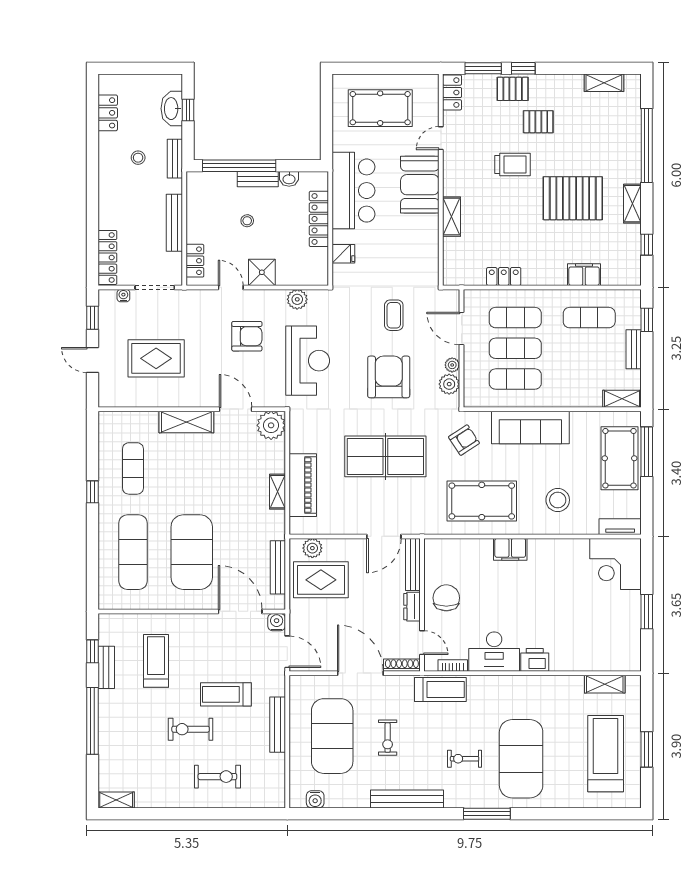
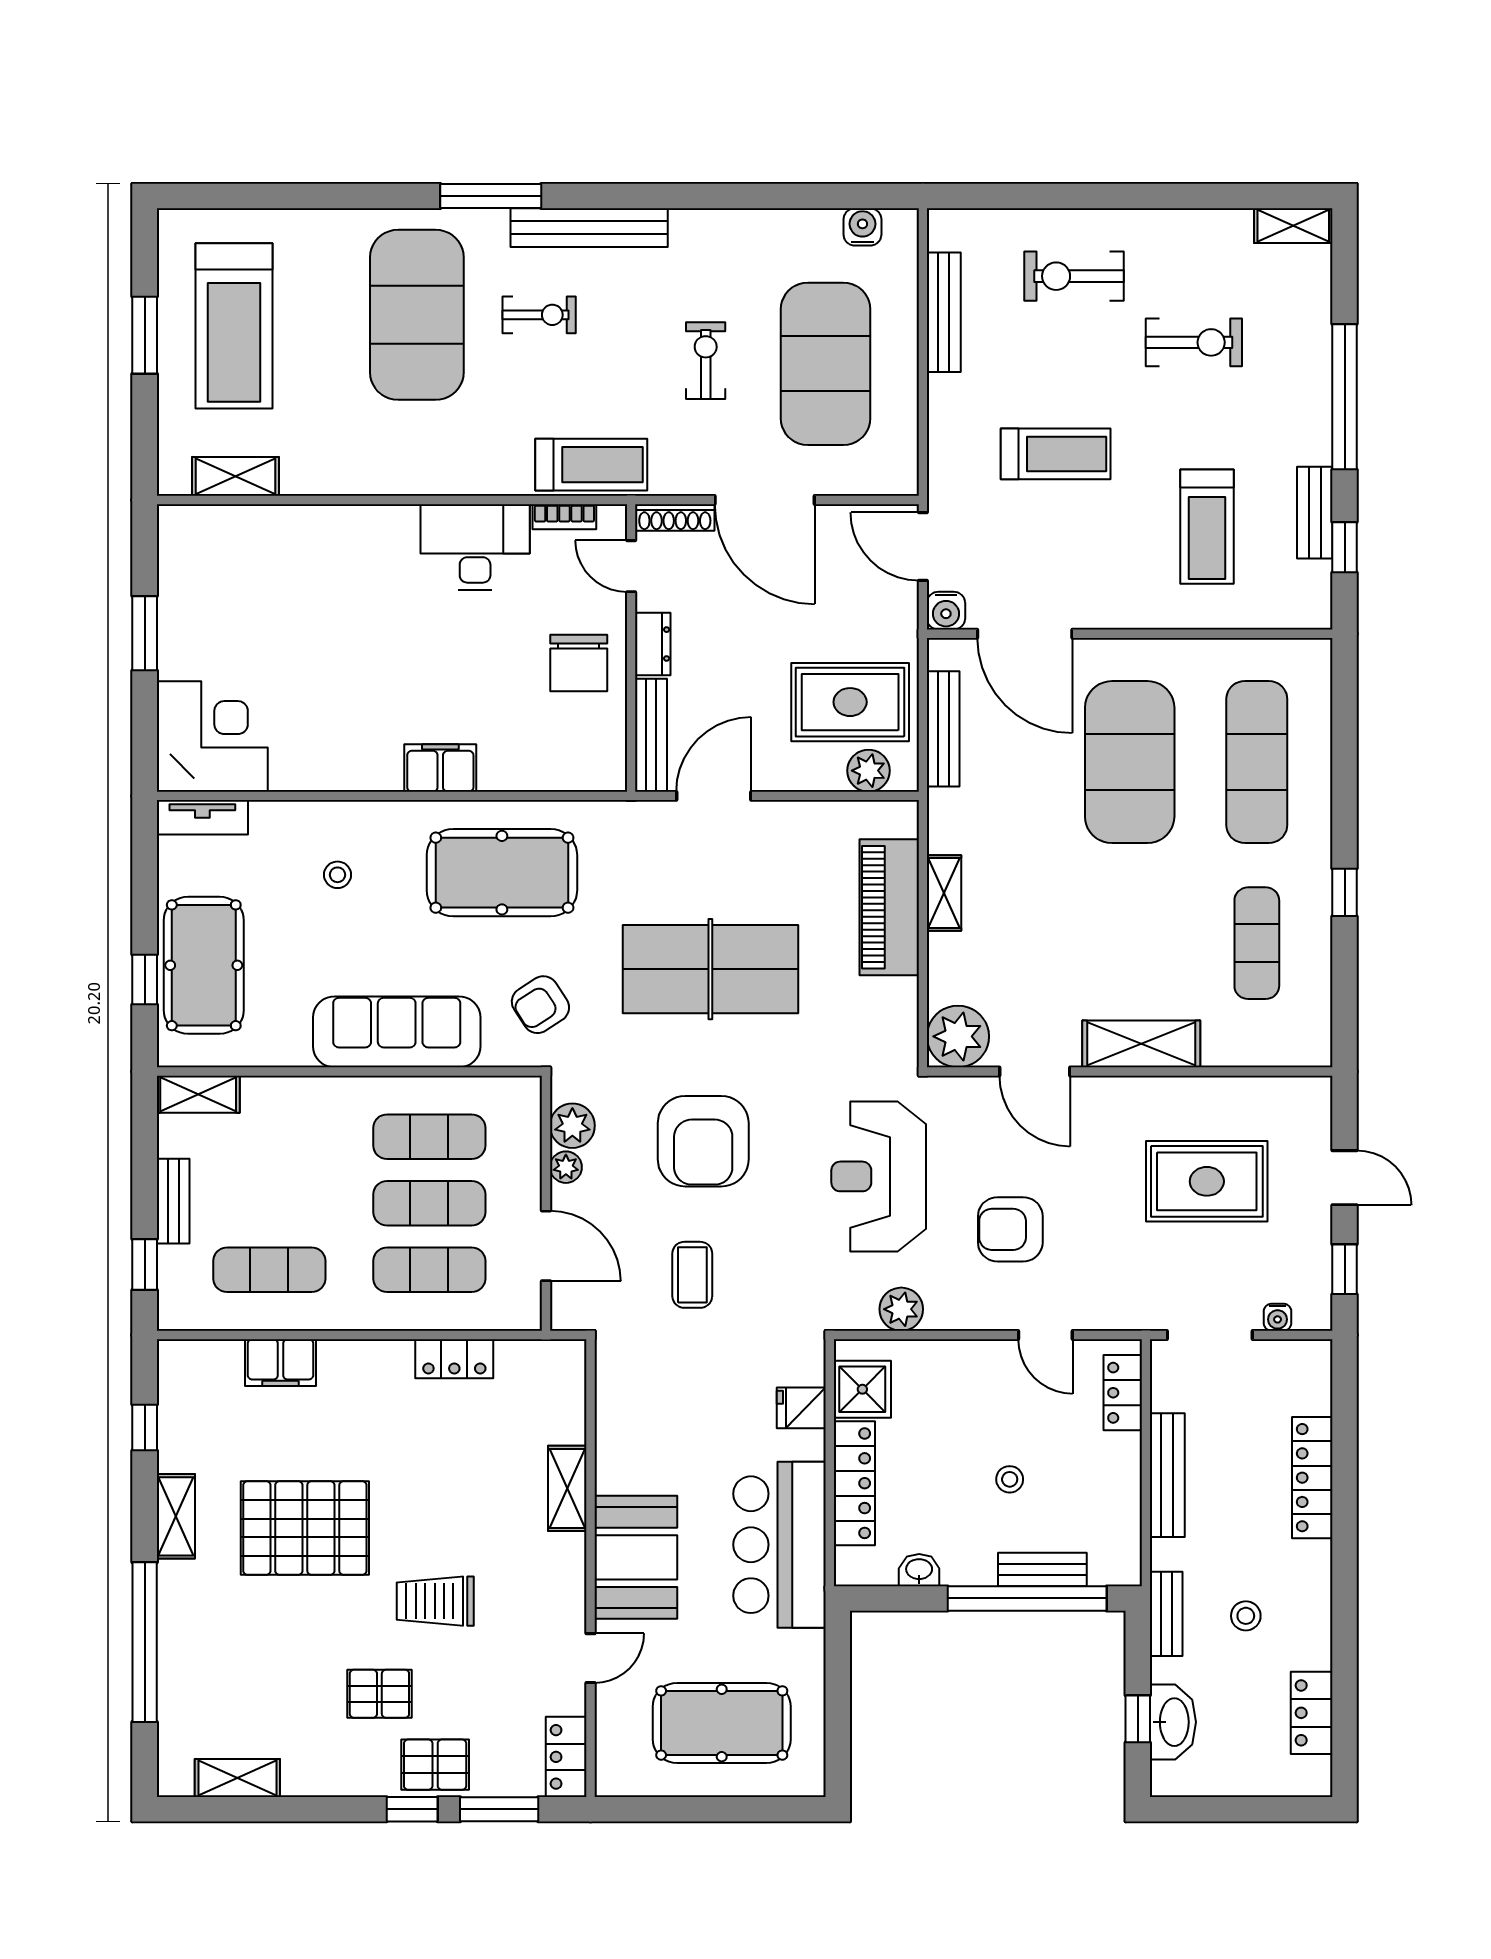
bench: (258, 179) -> (1042, 1569), moved
locker: (107, 257) -> (1312, 1478), moved
shower: (262, 272) -> (862, 1389), moved
window: (647, 452) -> (145, 979), width x0.46
stool: (558, 500) -> (337, 875), width x0.53, depth x0.53
printer: (535, 660) -> (387, 529), removed
treadmill: (440, 689) -> (591, 465), turned 180
bench: (278, 725) -> (944, 312), moved
exercise bike: (191, 729) -> (1194, 342), moved
bench: (407, 799) -> (589, 228), moved

